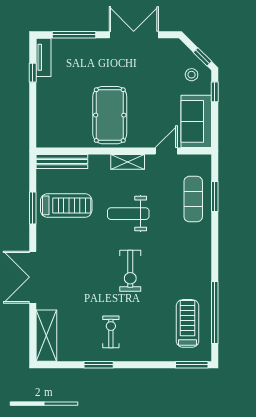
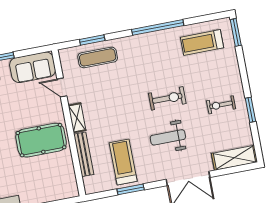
bench: (62, 161) -> (84, 154), moved
weight bench: (128, 214) -> (168, 137), moved, turned 90
window: (215, 312) -> (158, 27), moved

